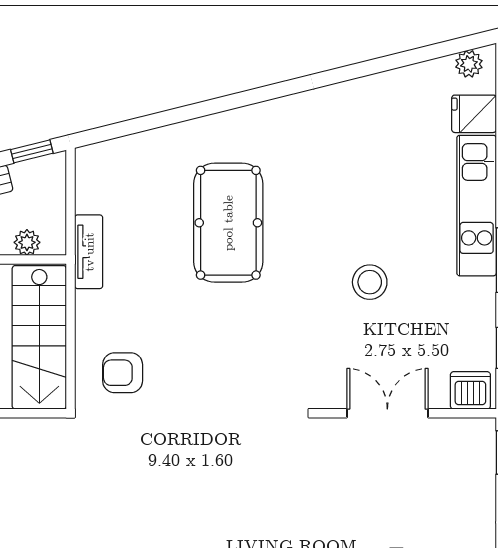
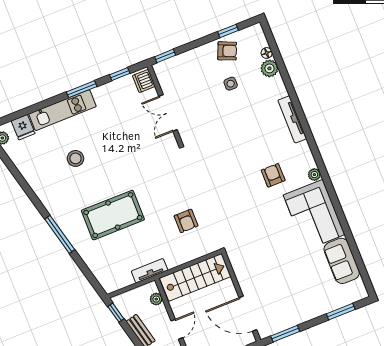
window: (232, 102) -> (60, 234), added
stool: (370, 282) -> (76, 158), moved
armchair: (123, 373) -> (186, 221), moved

